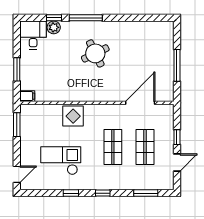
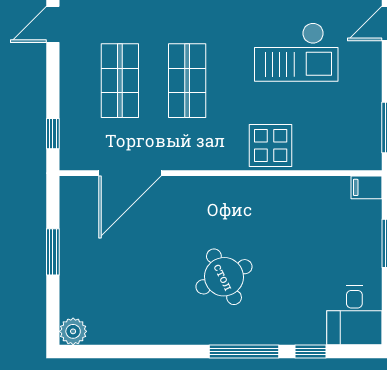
plant: (54, 27) -> (73, 331), moved
window: (177, 65) -> (53, 252), width x0.69
window: (177, 137) -> (53, 134), moved
door: (177, 162) -> (53, 24), moved

